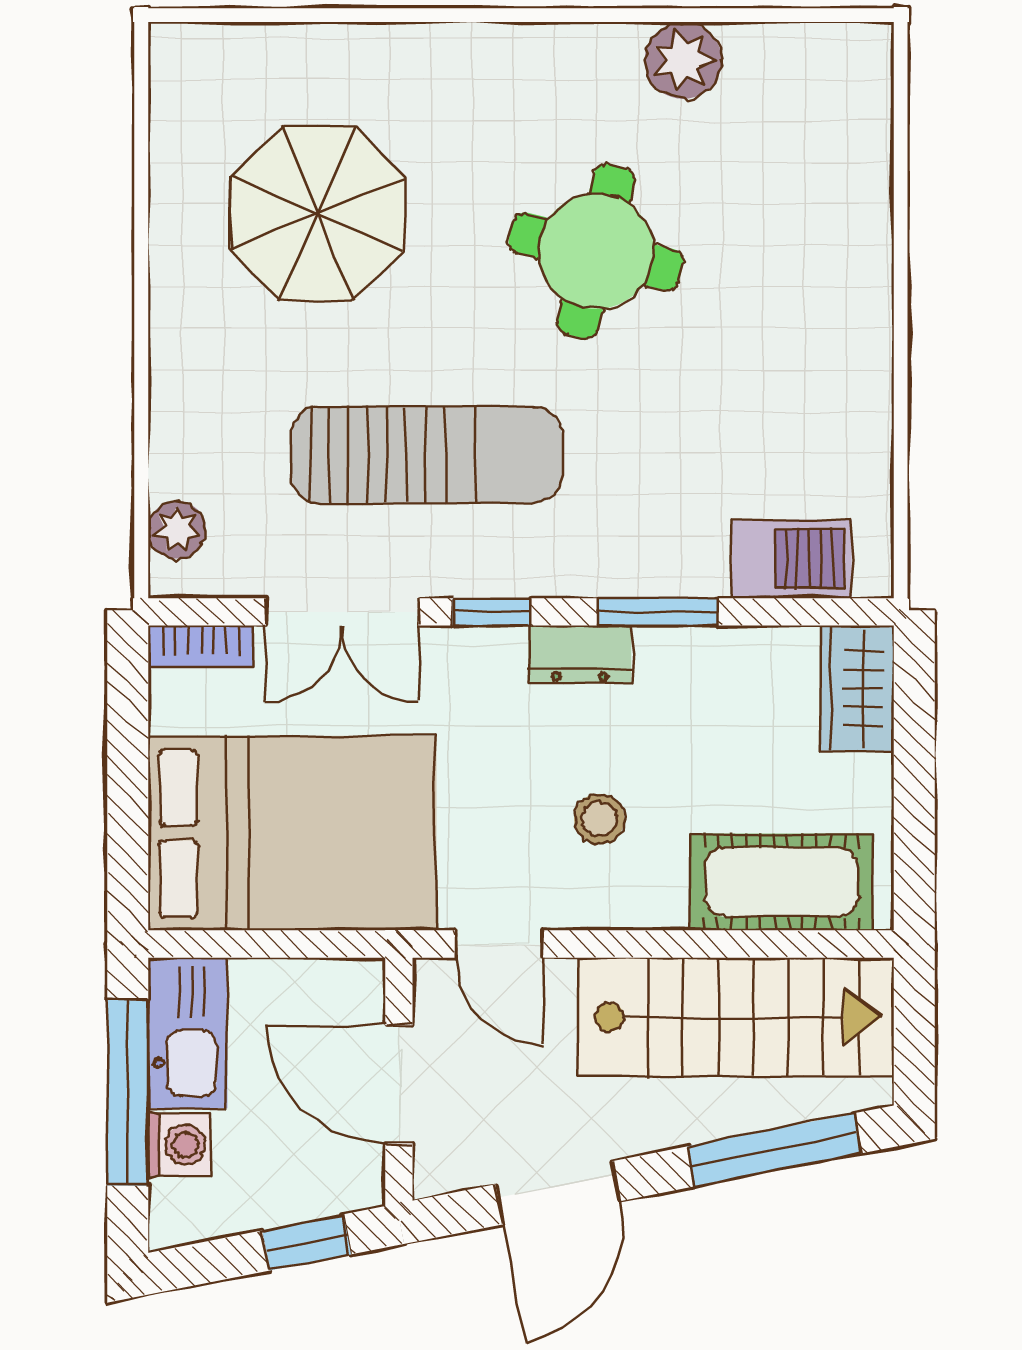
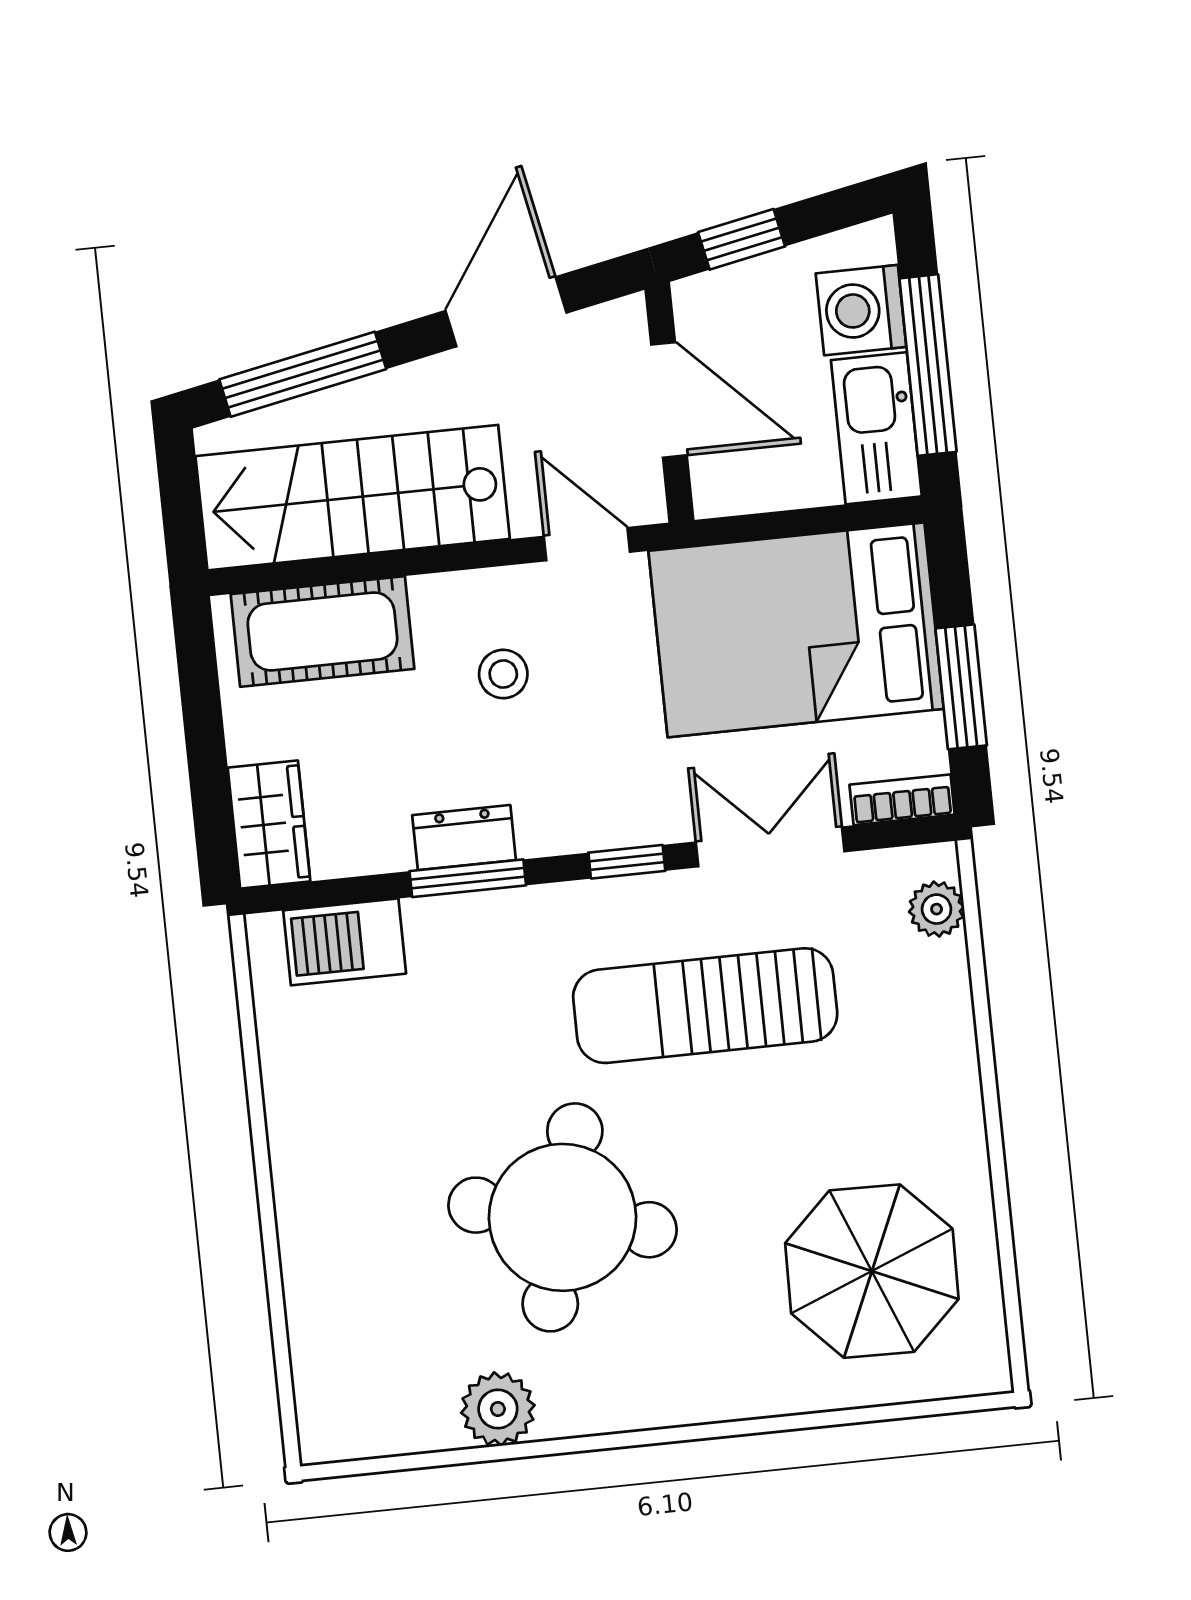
parasol: (318, 214) -> (872, 1271), moved
round table: (596, 251) -> (563, 1217), width x1.36, depth x1.36
dresser: (580, 654) -> (464, 838), moved
window: (128, 757) -> (961, 687), added
washing machine: (179, 1145) -> (861, 310), width x1.38, depth x1.38

